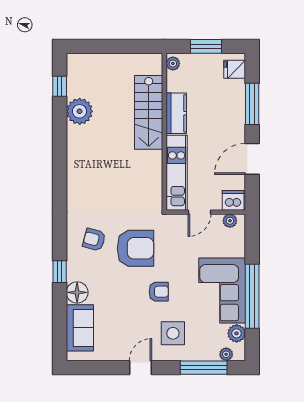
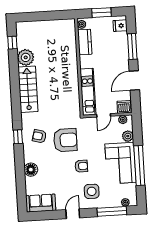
stairs: (149, 112) -> (28, 89), moved, turned 180
kitchen counter: (176, 113) -> (85, 42), moved
window: (60, 272) -> (18, 137), moved
sofa: (80, 328) -> (41, 203), moved, turned -90
plant: (237, 333) -> (128, 136), moved

